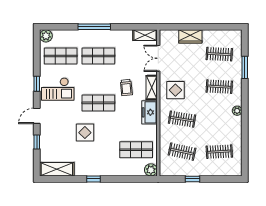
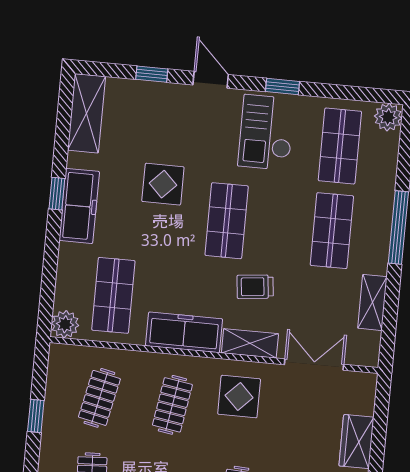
shelving: (145, 35) -> (372, 302), moved
freezer: (149, 112) -> (184, 332), width x1.40
freezer: (98, 169) -> (79, 206), added

